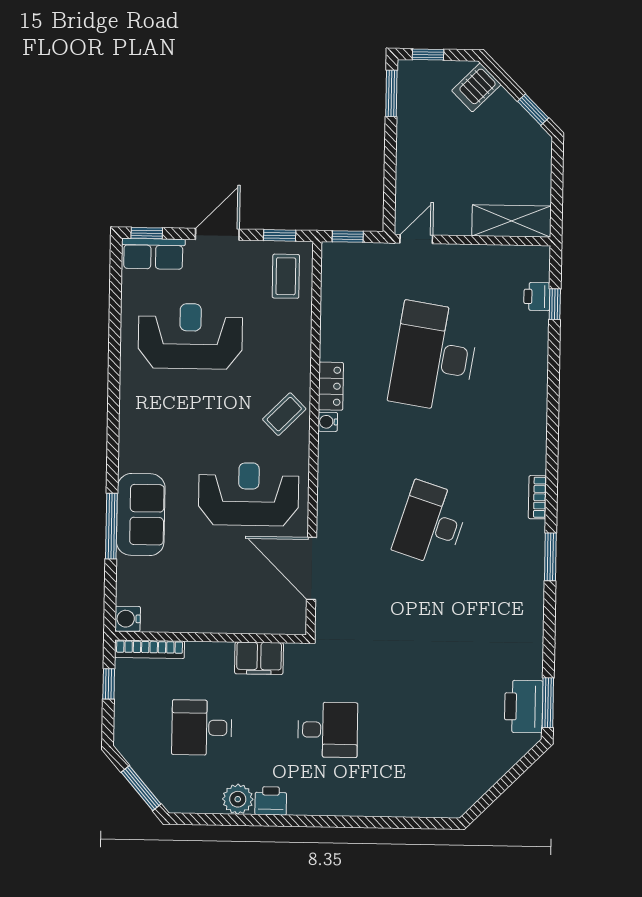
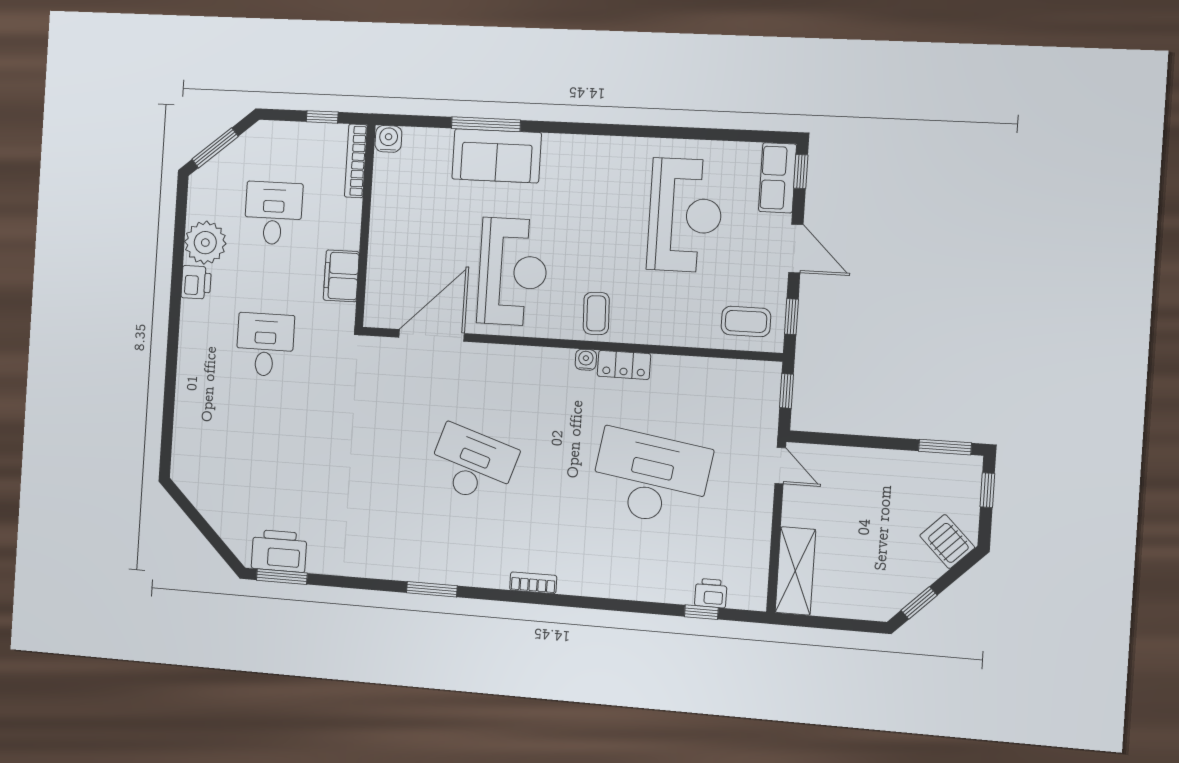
coffee table: (284, 414) -> (596, 313), turned 43
bookcase: (537, 497) -> (533, 583), moved
desk: (328, 730) -> (265, 345), turned 180
plant: (238, 799) -> (205, 243), width x1.36, depth x1.36

